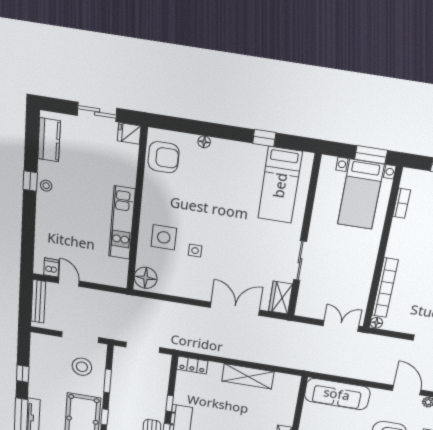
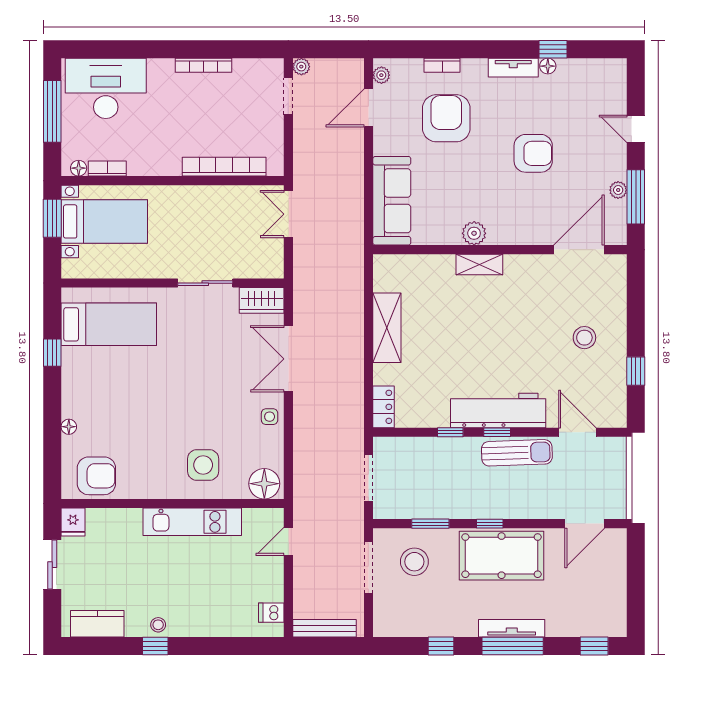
armchair: (163, 157) -> (96, 476), turned 90
side table: (195, 251) -> (270, 417), moved
door: (69, 282) -> (288, 541), moved
floor lamp: (376, 323) -> (79, 168), moved

